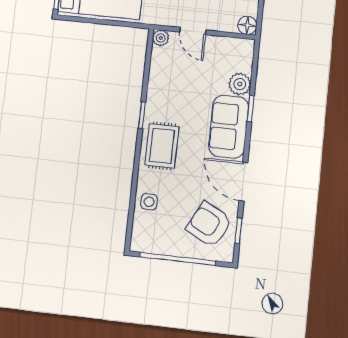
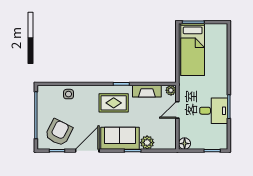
fireplace: (158, 76) -> (147, 91), added
rug: (162, 146) -> (114, 103), moved

